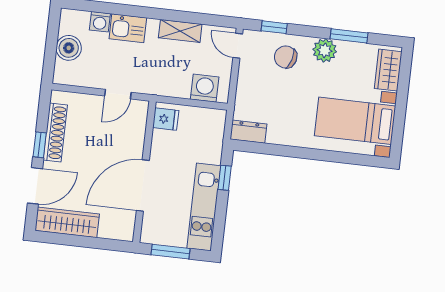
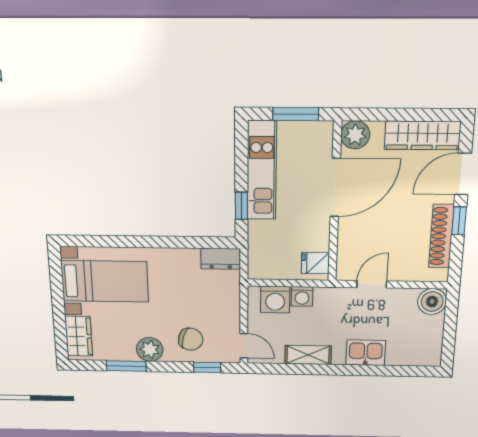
washing machine: (100, 22) -> (302, 296), moved, turned 180
boiler: (69, 48) -> (432, 302), moved
plant: (123, 229) -> (355, 135), added

